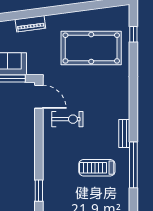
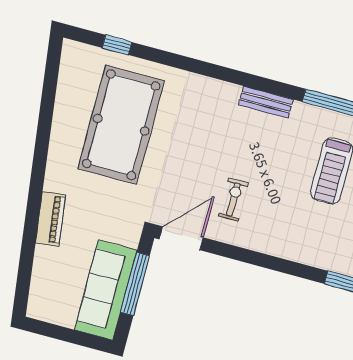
exercise bike: (67, 119) -> (233, 200), width x0.73, depth x0.72
bench: (124, 134) -> (266, 102), moved

